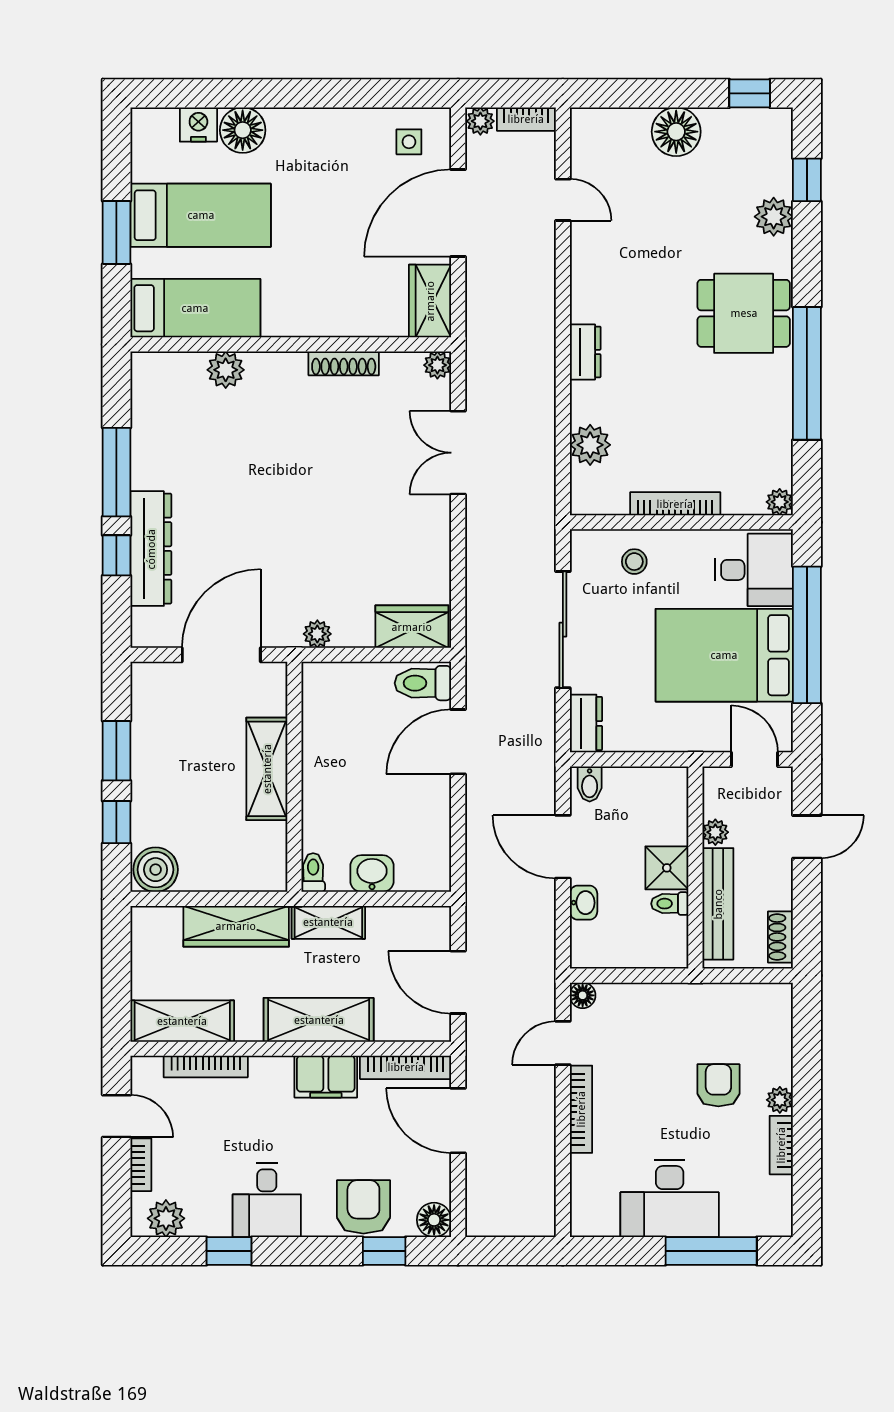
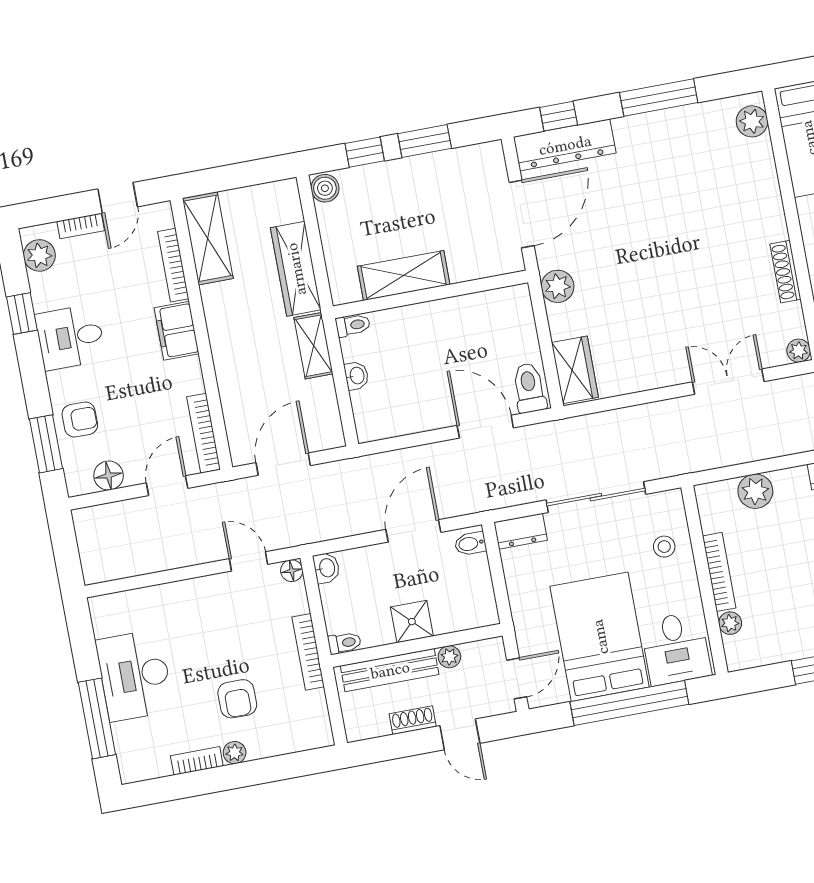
plant: (226, 370) -> (752, 121), moved
plant: (780, 502) -> (730, 623), moved
dresser: (151, 549) -> (565, 145), moved
window: (116, 555) -> (559, 116), moved
plant: (317, 634) -> (558, 286), width x1.38, depth x1.38
door: (221, 655) -> (522, 214), hinge flipped
shelving: (267, 769) -> (404, 275), moved
boiler: (156, 870) -> (325, 188), width x0.73, depth x0.73
washbasin: (372, 874) -> (356, 376), width x0.72, depth x0.69
washbasin: (584, 903) -> (326, 568), moved, turned -90
toilet: (670, 904) -> (344, 643), moved, turned 90
shoe rack: (780, 937) -> (413, 720), moved
shelving: (319, 1020) -> (230, 353), removed
filing cabinet: (326, 1077) -> (177, 331), moved
armchair: (718, 1085) -> (237, 699), turned 90
bookcase: (581, 1109) -> (308, 652), moved, turned 90
door: (458, 1121) -> (167, 486), width x0.73
armchair: (363, 1207) -> (80, 420), width x0.72, depth x0.72
floor lamp: (434, 1220) -> (109, 476), moved
window: (384, 1251) -> (46, 444), width x1.50

